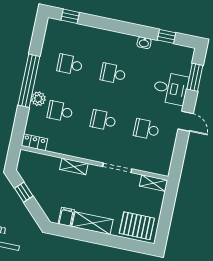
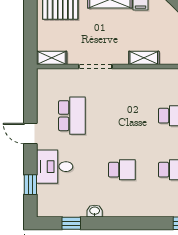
window: (195, 77) -> (30, 185), width x0.67
school desk: (103, 120) -> (122, 116), removed
school desk: (146, 129) -> (72, 116), width x1.85

